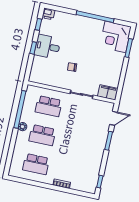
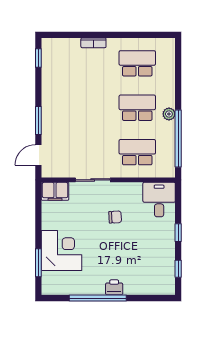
printer: (48, 14) -> (114, 287), moved
corner desk: (115, 37) -> (61, 251), moved
desk: (47, 47) -> (159, 200), moved, turned -90

